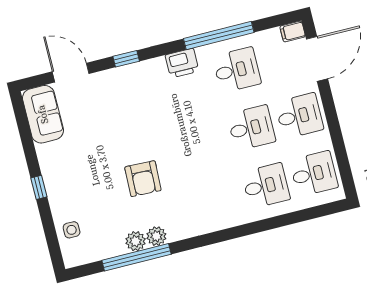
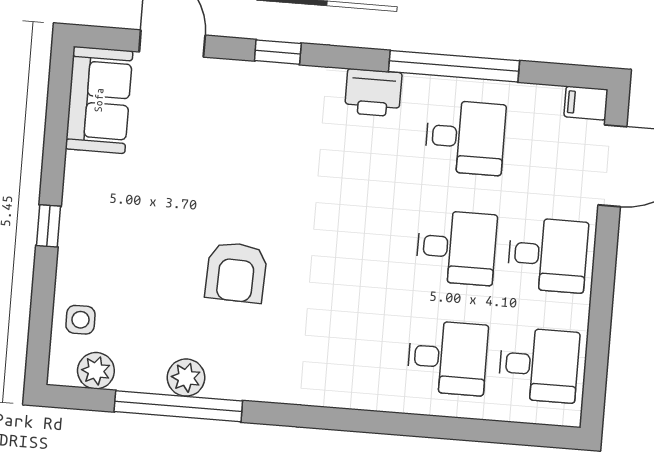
plant: (156, 236) -> (96, 371), moved

